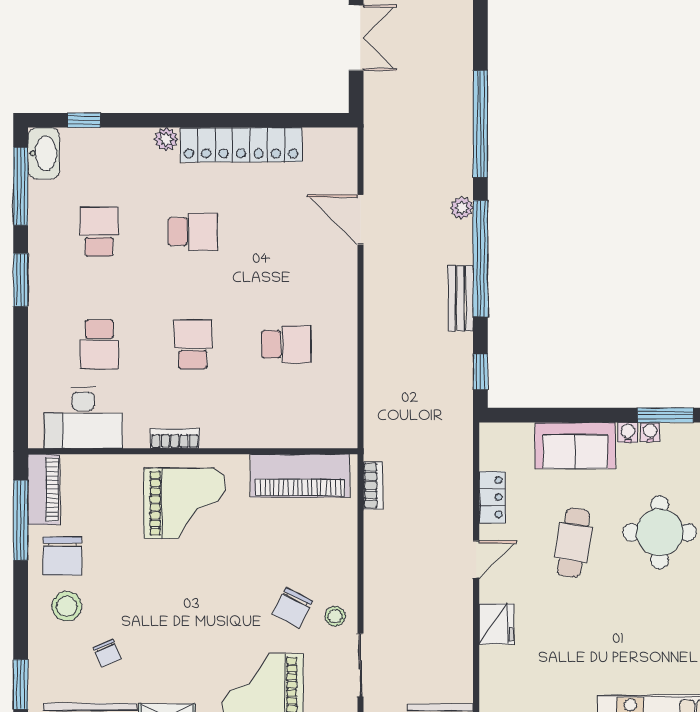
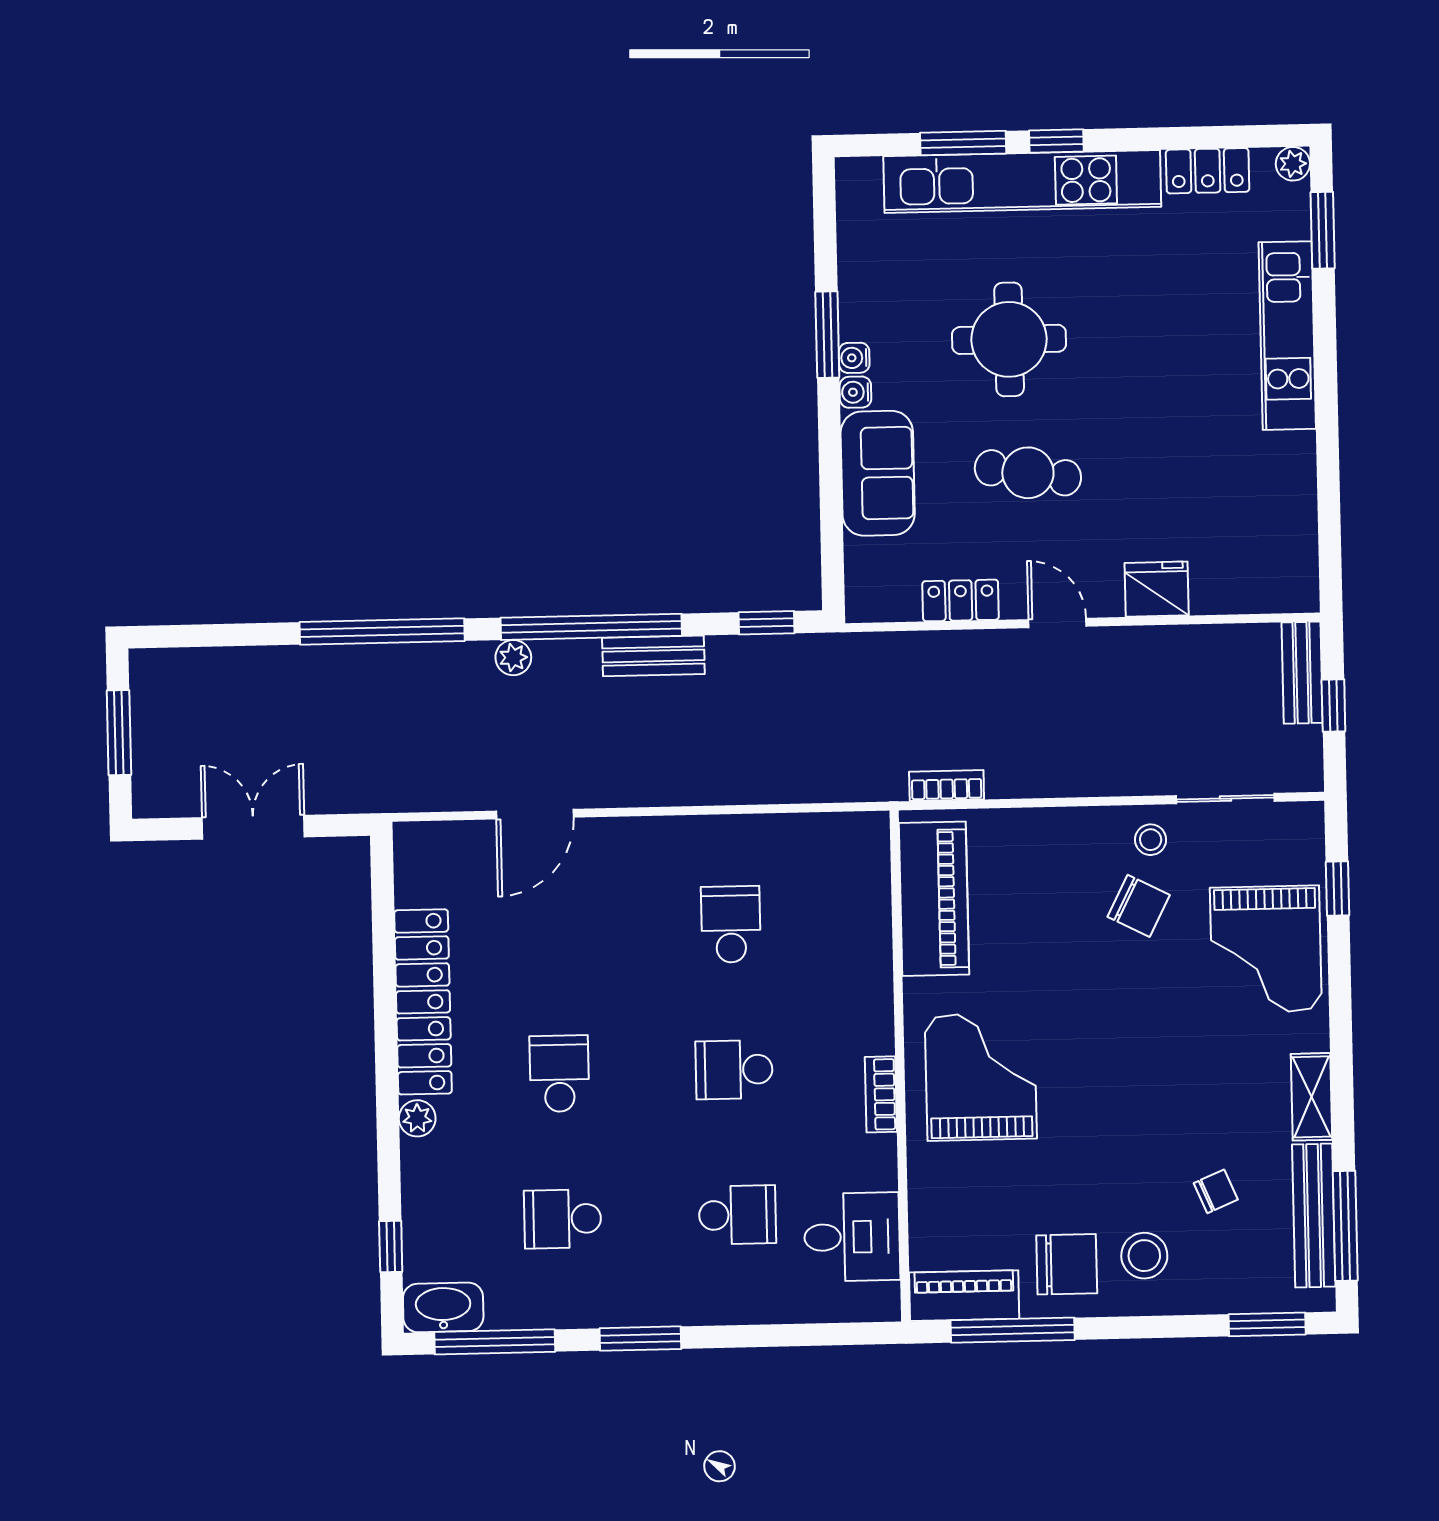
desk: (83, 418) -> (852, 1237), width x0.73

